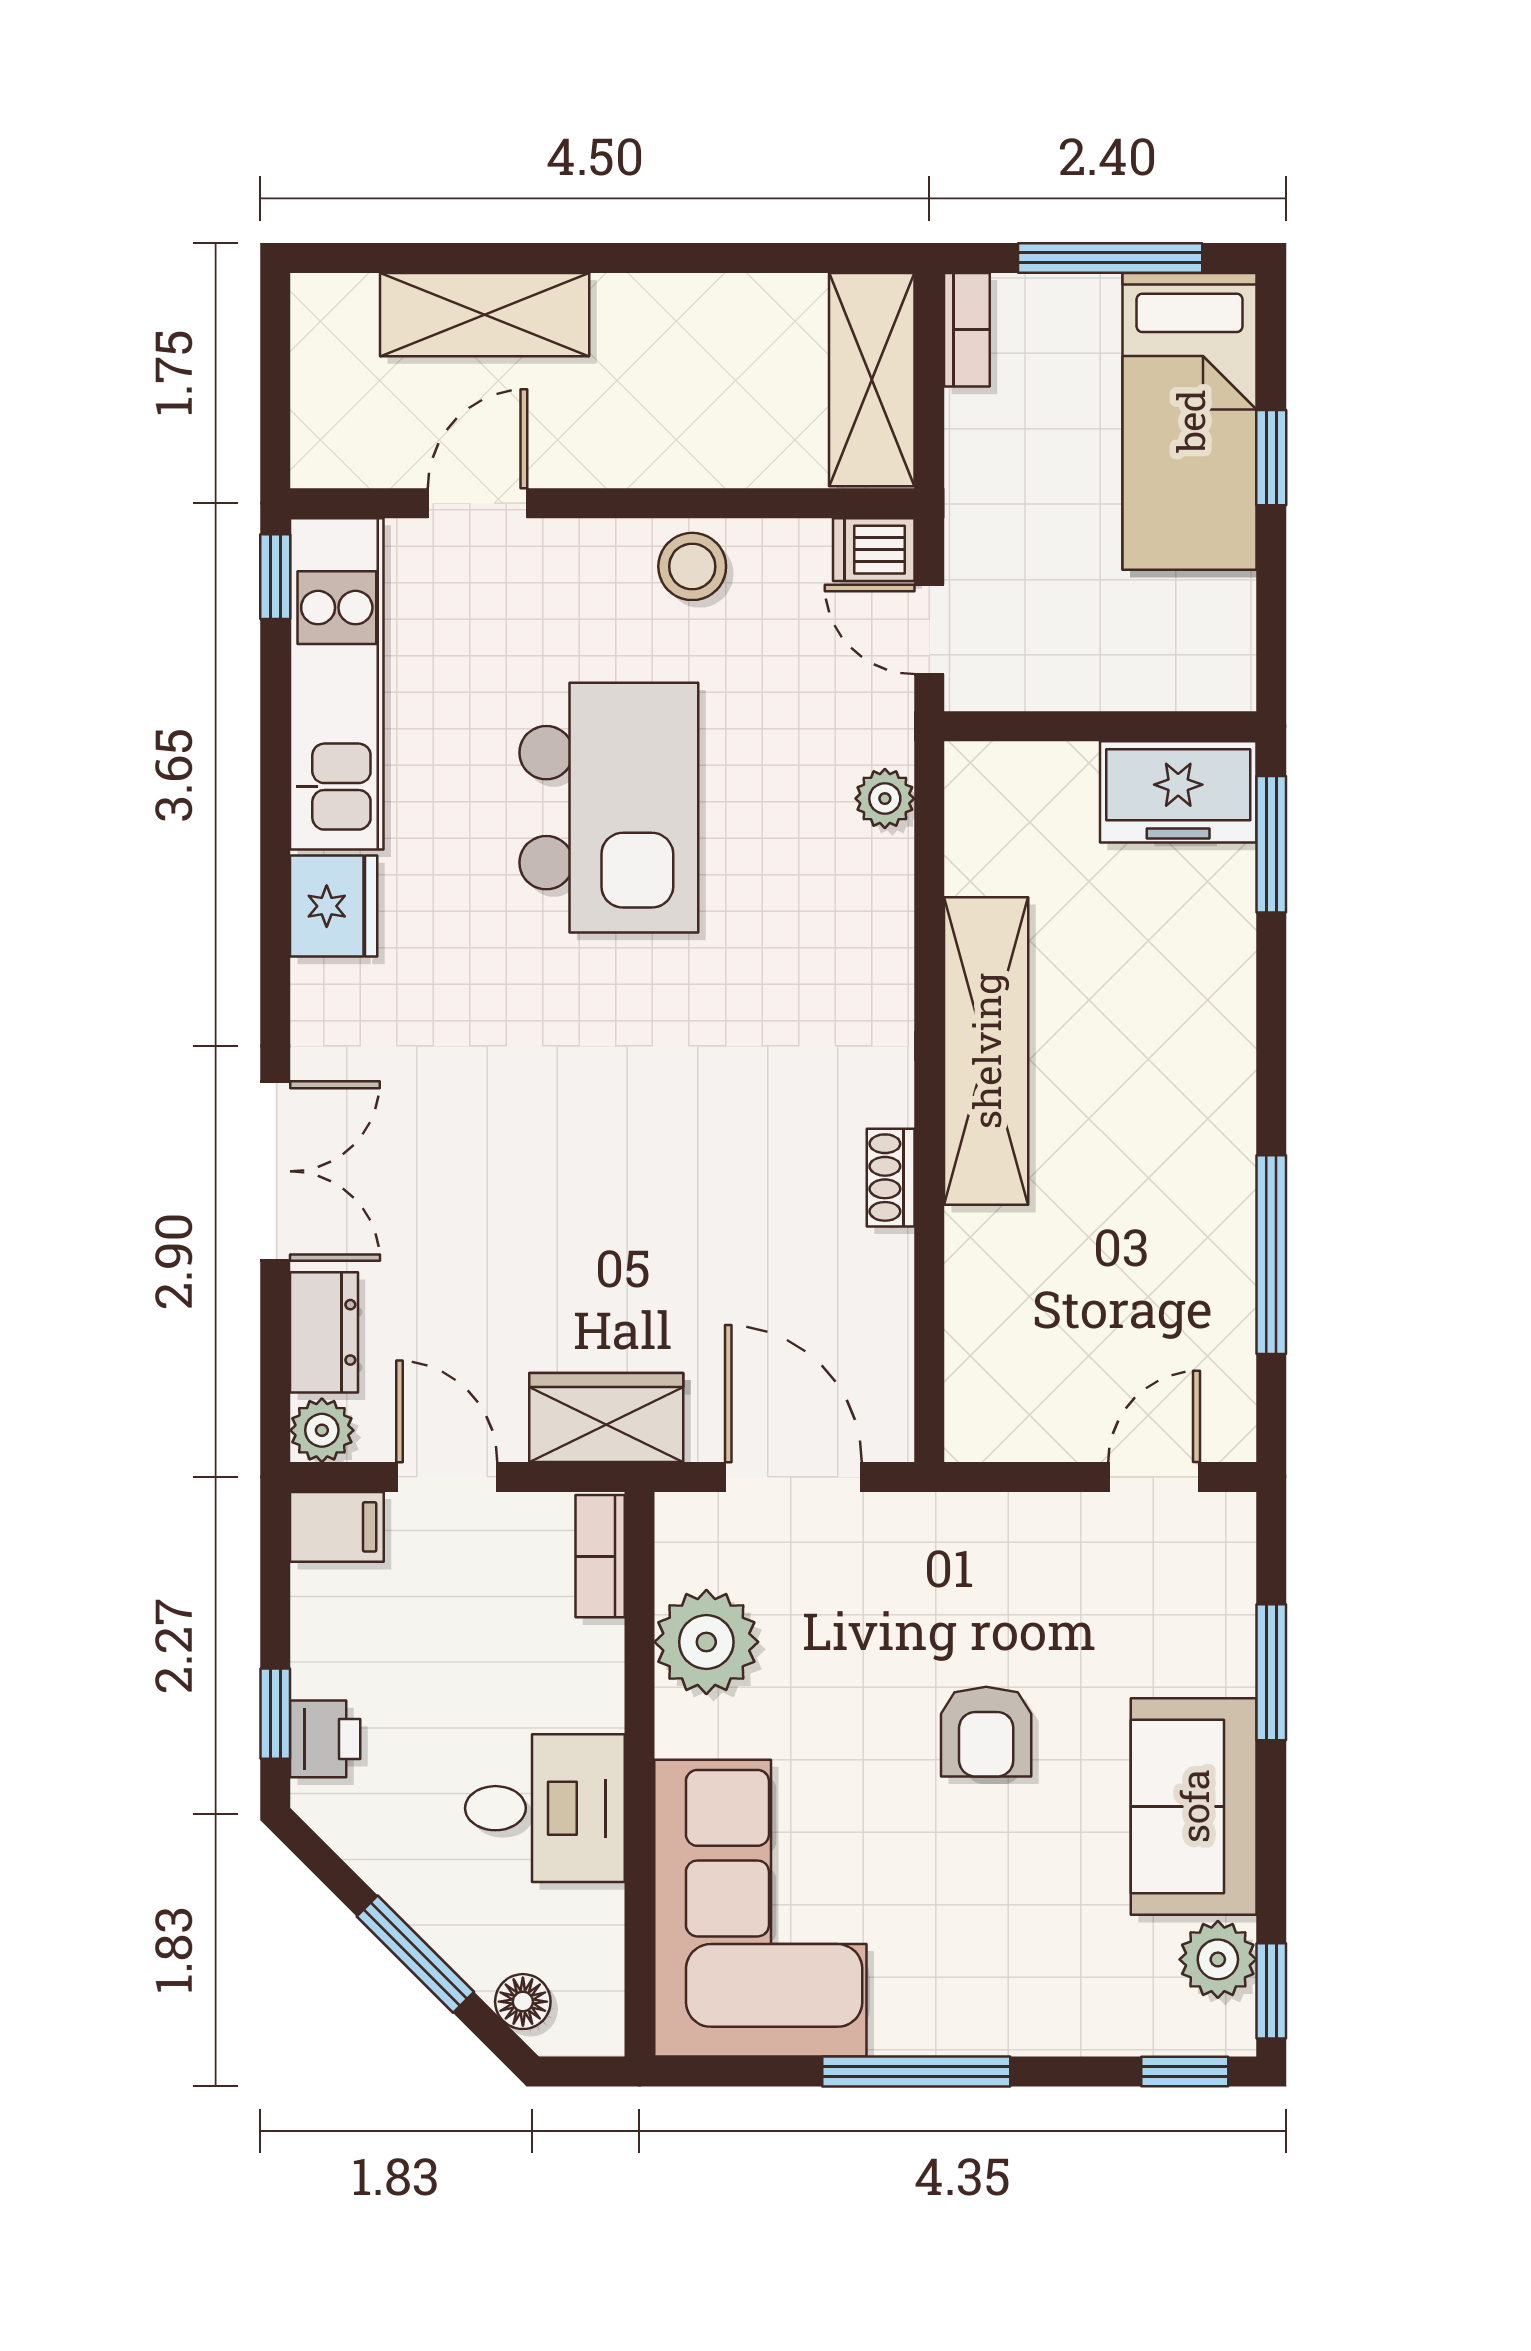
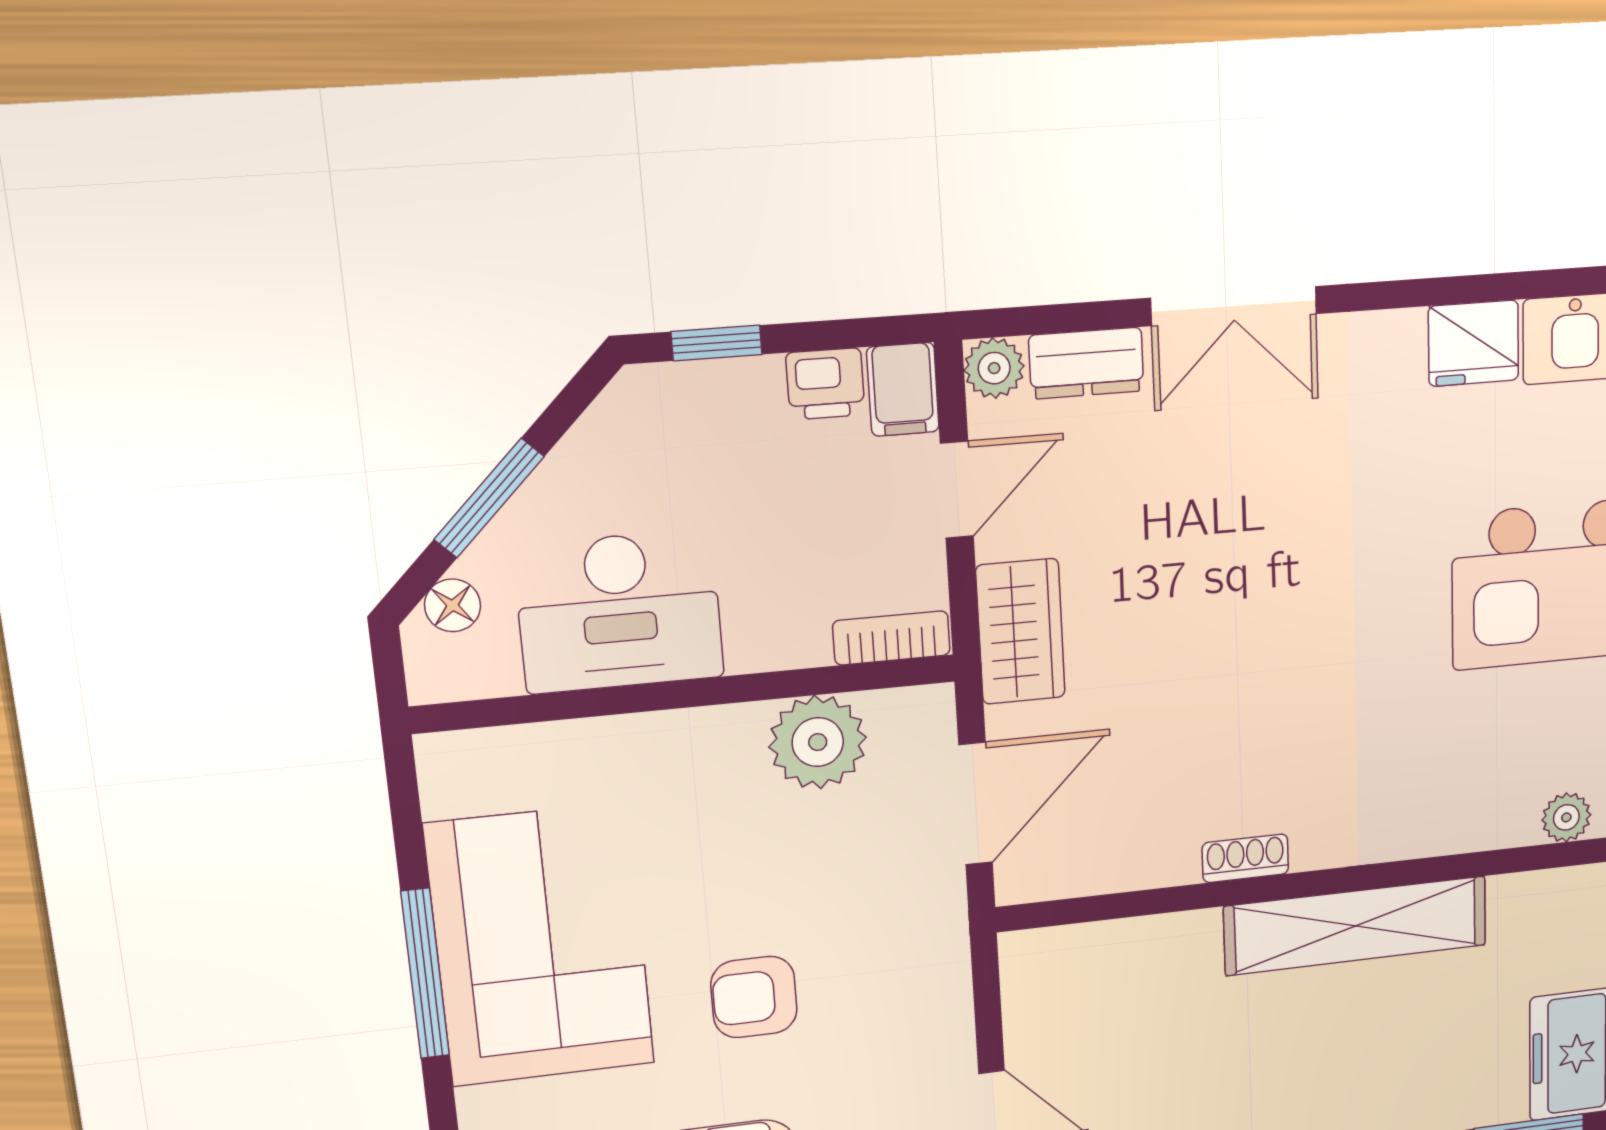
printer: (325, 1739) -> (825, 384), moved
desk: (545, 1808) -> (619, 611), width x1.37
corner sofa: (760, 1908) -> (540, 945), moved, turned -90

